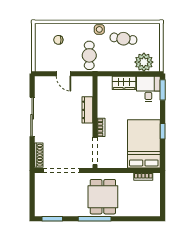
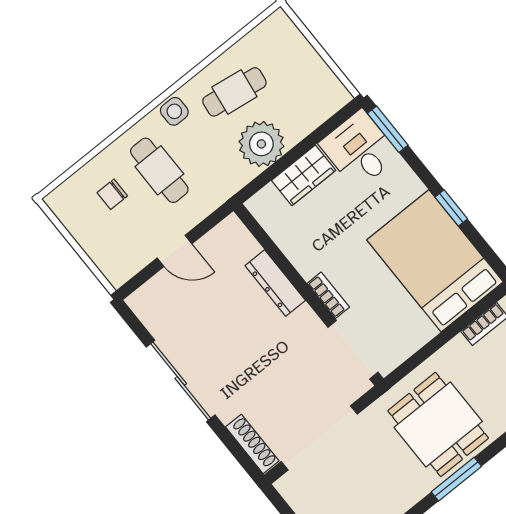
cafe table: (89, 55) -> (159, 170), moved
plant: (144, 62) -> (261, 144), moved
window: (95, 219) -> (456, 479), width x0.69

